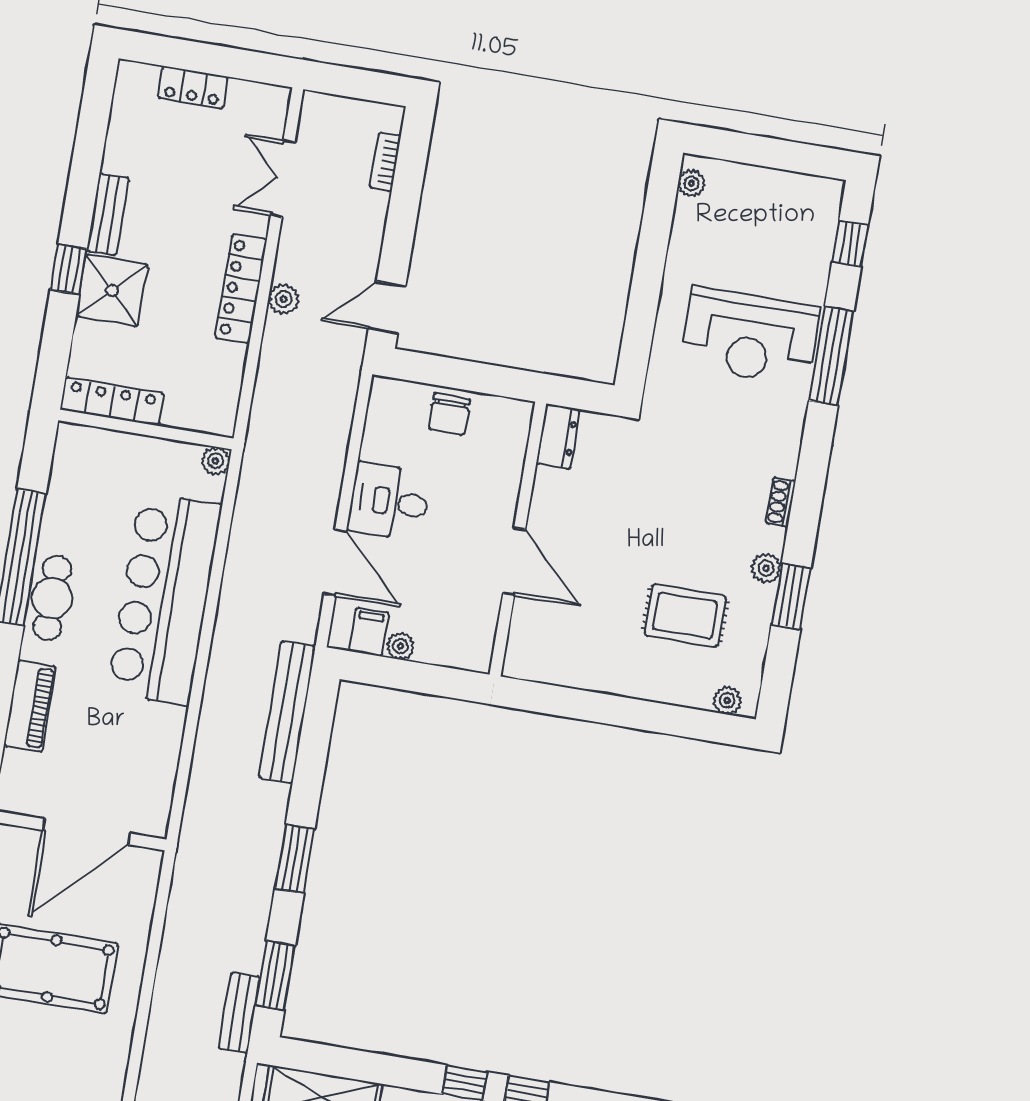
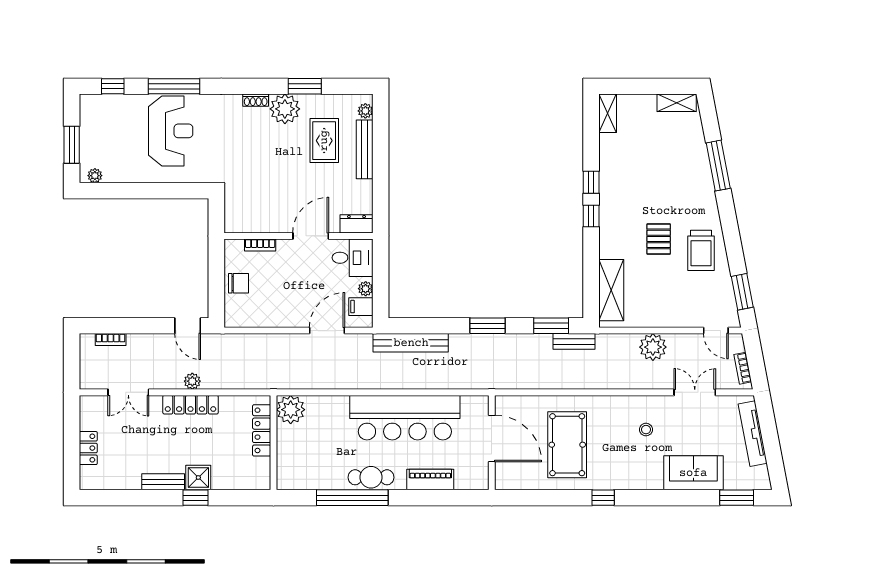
window: (755, 150) -> (72, 145), added
shower: (112, 290) -> (198, 477), width x0.73, depth x0.73
locker: (112, 401) -> (262, 430), moved
dresser: (558, 436) -> (356, 224), moved
plant: (216, 461) -> (291, 410), width x1.88, depth x1.88
bookcase: (513, 466) -> (260, 245), added
desk: (389, 502) -> (353, 258), moved, turned -90
plant: (766, 568) -> (285, 109), width x1.88, depth x1.88
bar counter: (165, 599) -> (405, 418), moved
bench: (657, 687) -> (365, 149), added

